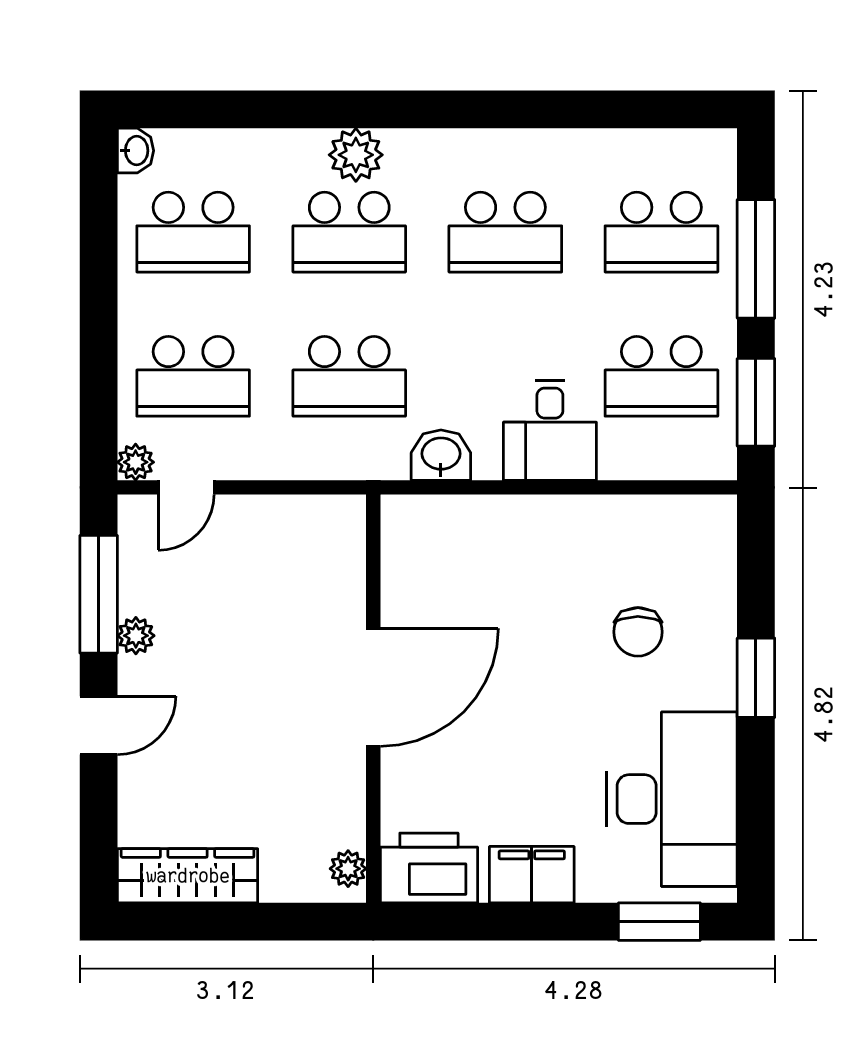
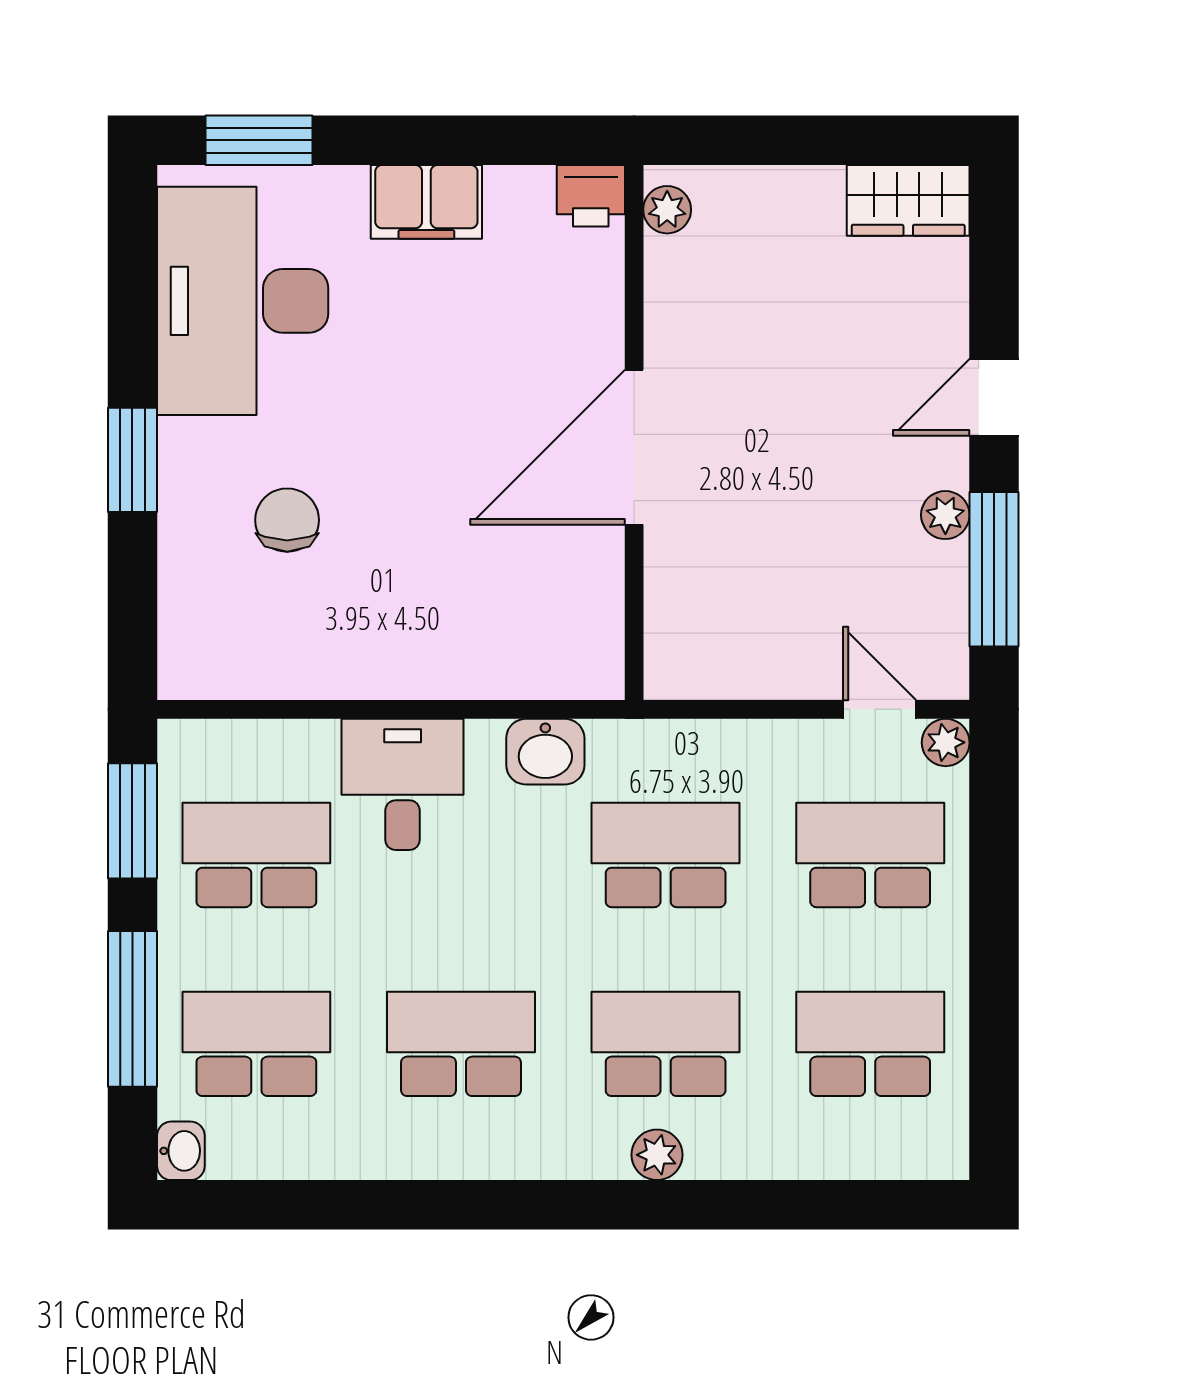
washbasin: (136, 151) -> (181, 1151), moved, turned 180
plant: (356, 155) -> (657, 1155), width x0.73, depth x0.73
door: (186, 487) -> (879, 709), hinge flipped
printer: (429, 868) -> (591, 196), width x0.53, depth x0.68
wardrobe: (188, 876) -> (908, 200), width x0.67

